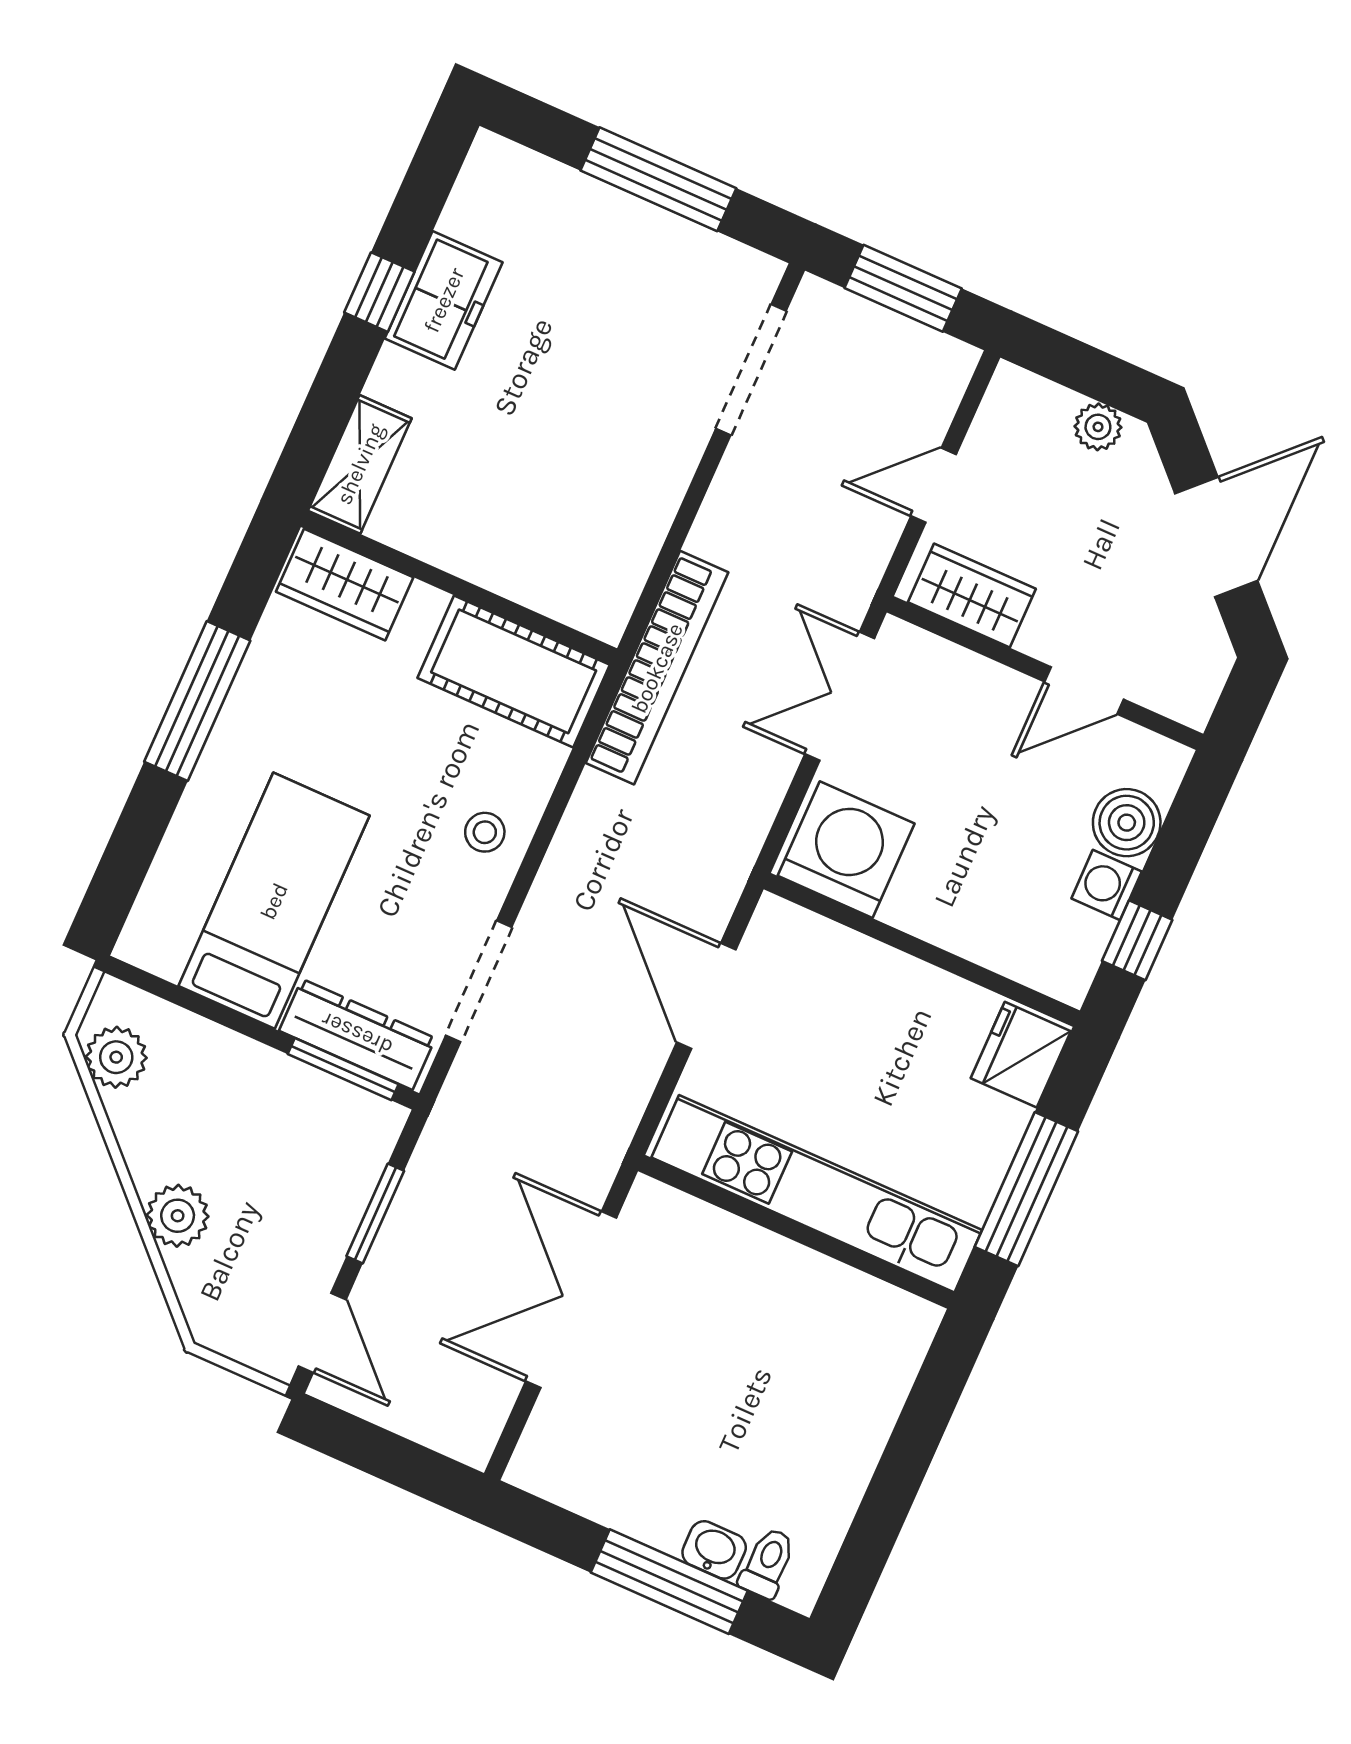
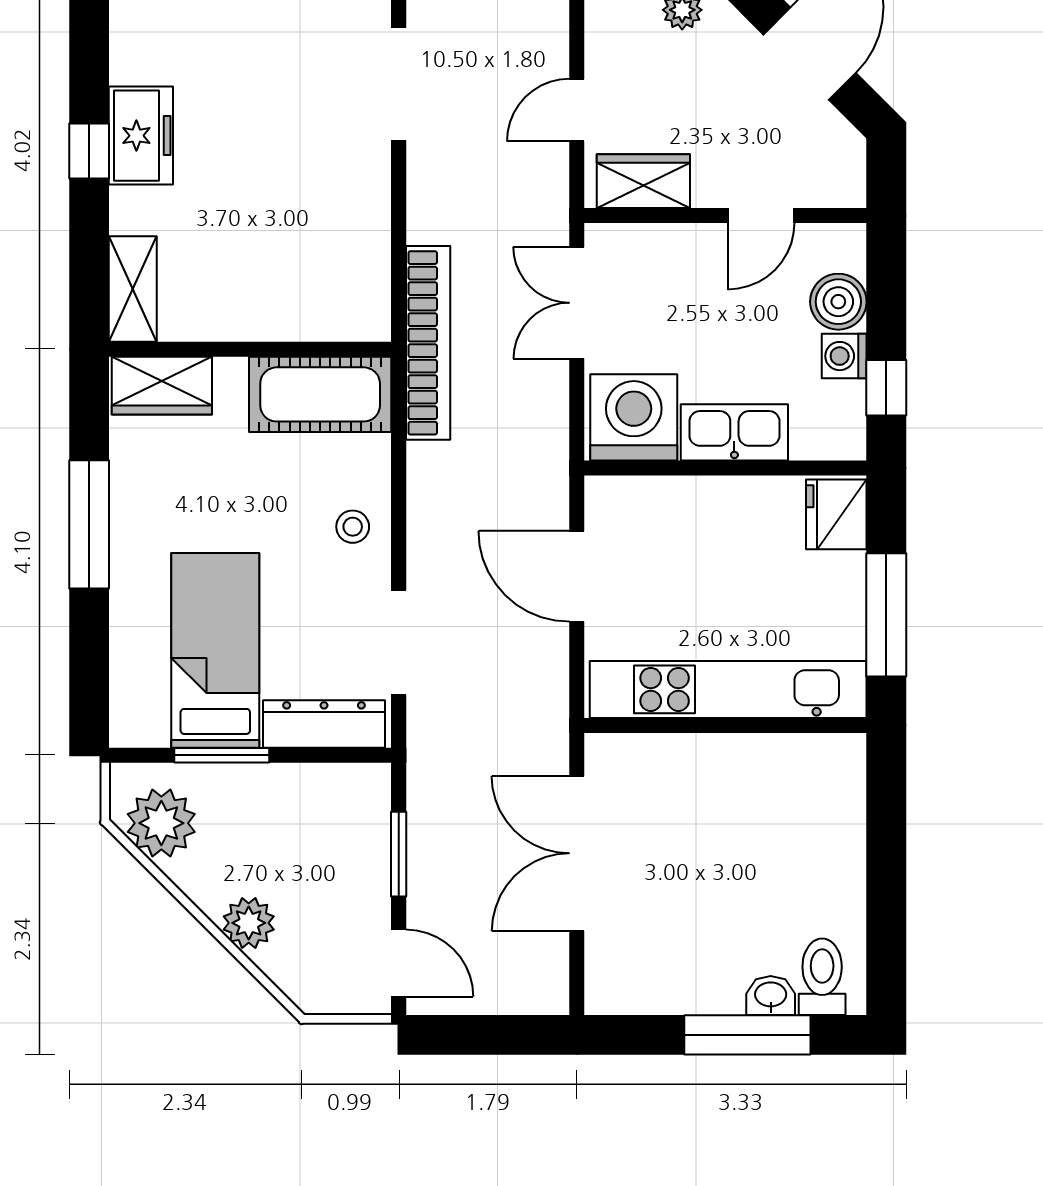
kitchen sink: (949, 915) -> (734, 432), added
plant: (116, 1057) -> (161, 823), width x1.36, depth x1.36
window: (343, 1069) -> (222, 755), moved
toilet: (767, 1563) -> (822, 977), width x1.37, depth x1.39

